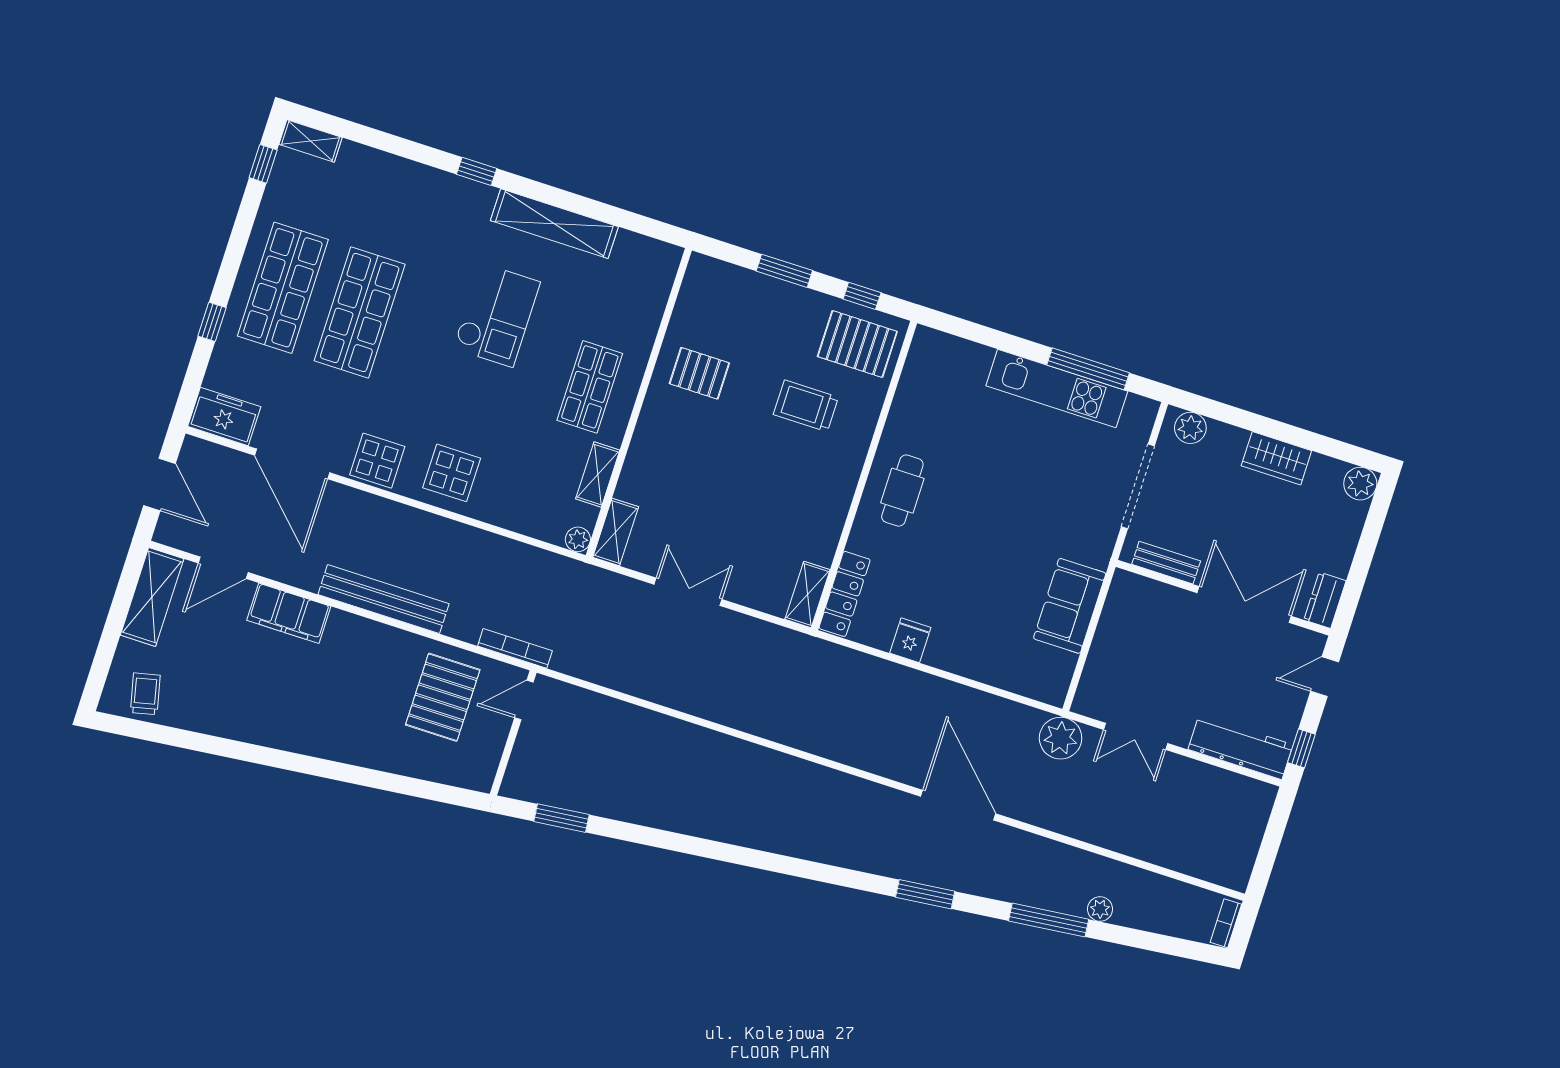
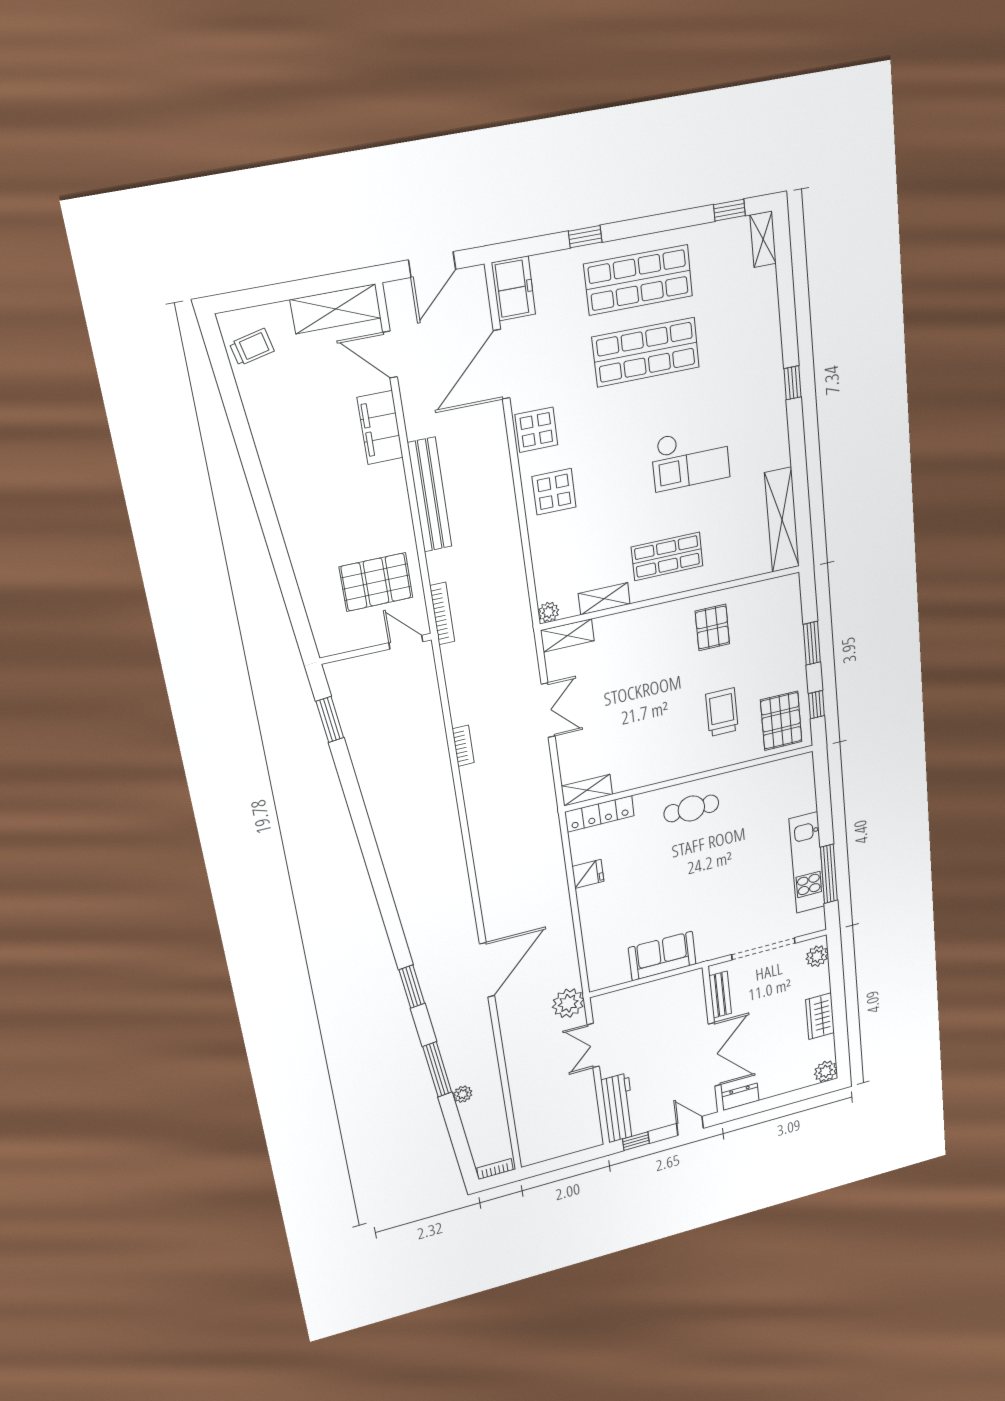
shelving: (554, 224) -> (782, 520), moved
bookcase: (674, 699) -> (463, 746), added

